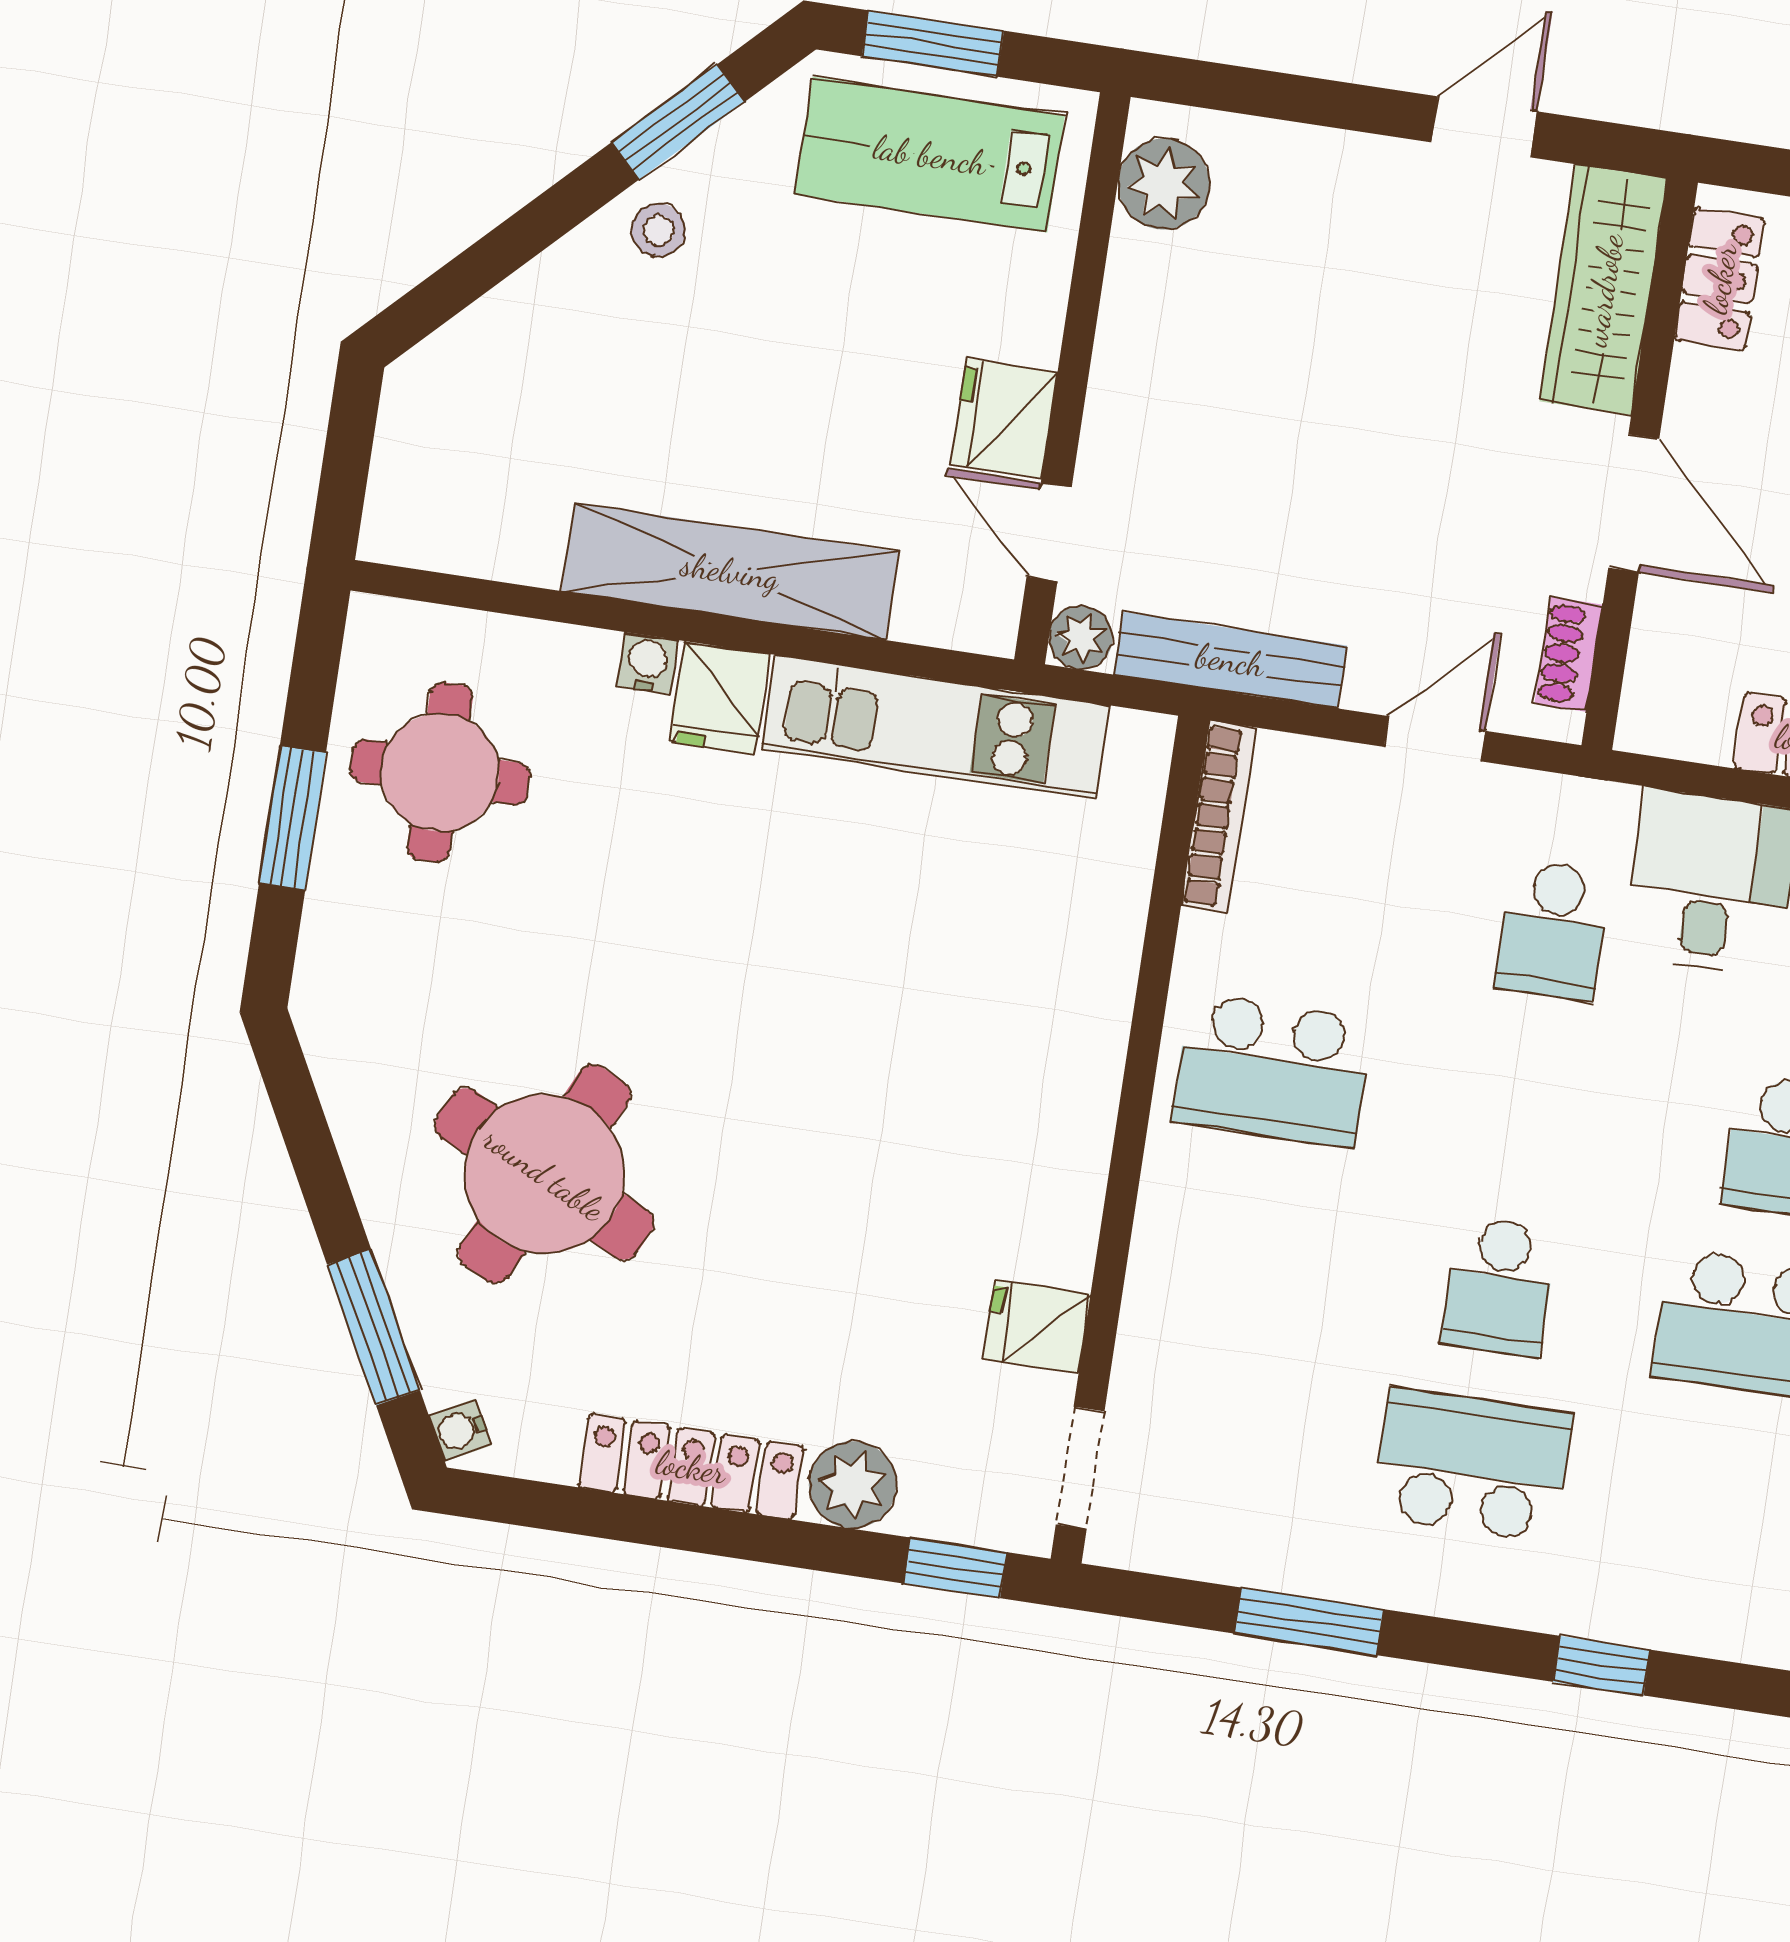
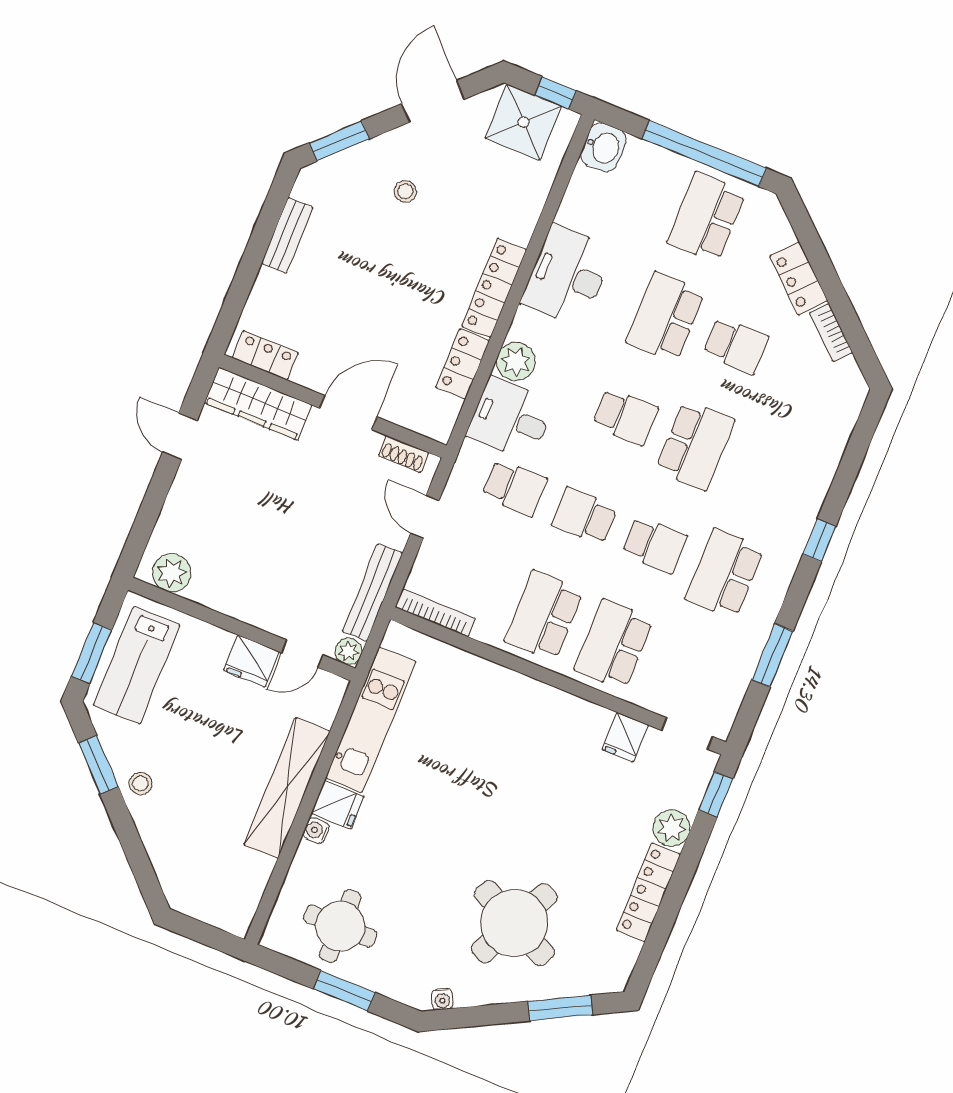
school desk: (1272, 1070) -> (544, 616), turned 180
school desk: (1526, 1108) -> (584, 516), added
school desk: (1245, 1248) -> (614, 644), added
water cooler: (460, 1430) -> (442, 999), moved

